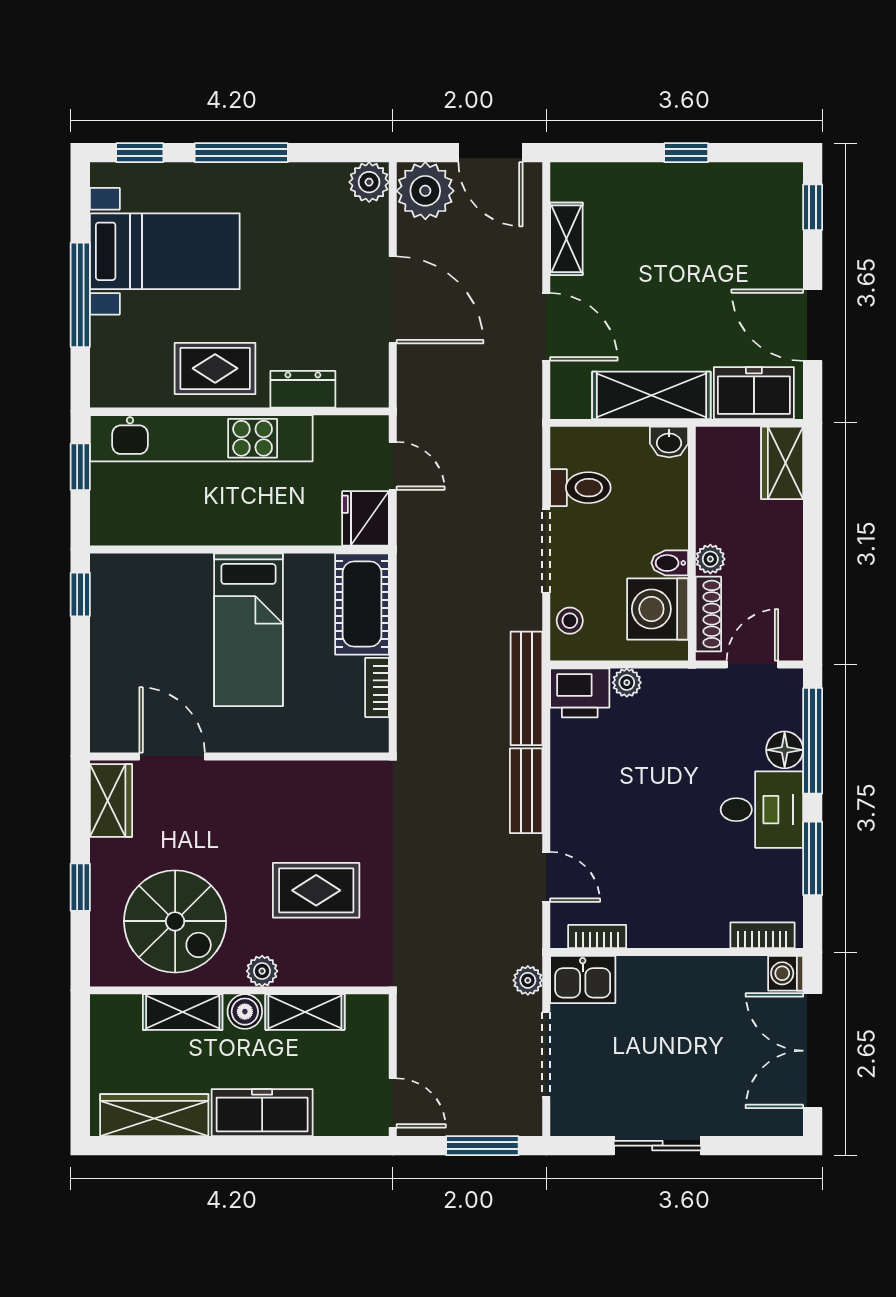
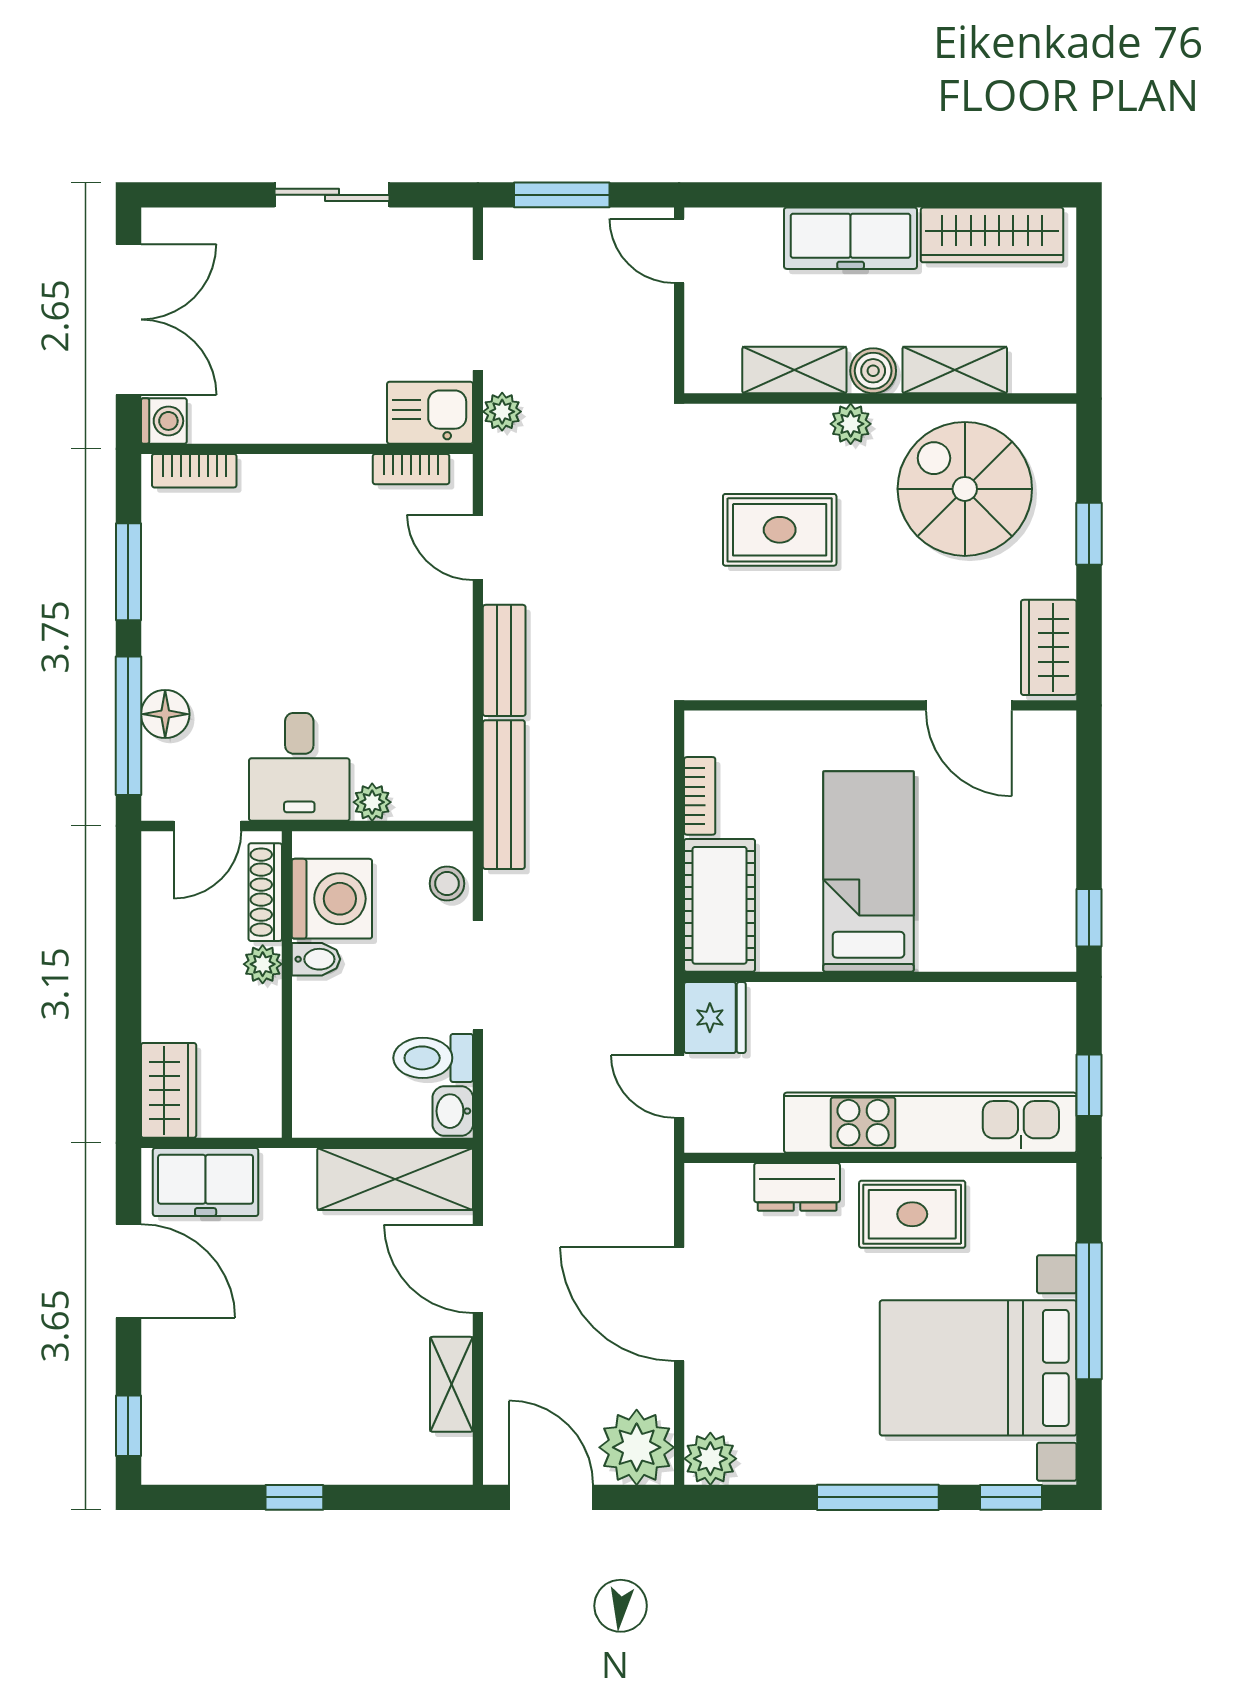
bed with nightstands: (165, 251) -> (978, 1368), width x1.36
shelving: (651, 395) -> (395, 1179), moved
washbasin: (669, 442) -> (453, 1111), moved, turned -90
printer: (580, 693) -> (434, 789), removed
desk: (762, 810) -> (299, 767), moved, turned -90

